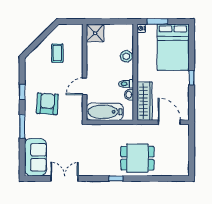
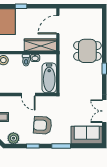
plant: (32, 68) -> (13, 138), added
dining table: (137, 158) -> (87, 51), turned 90

